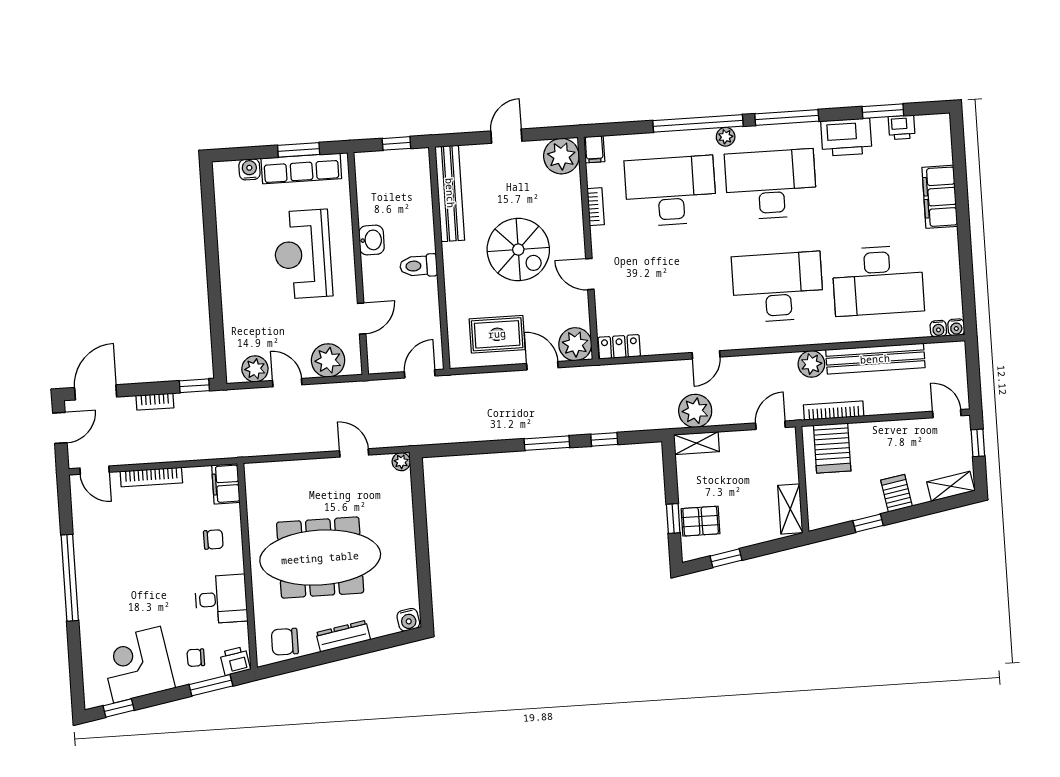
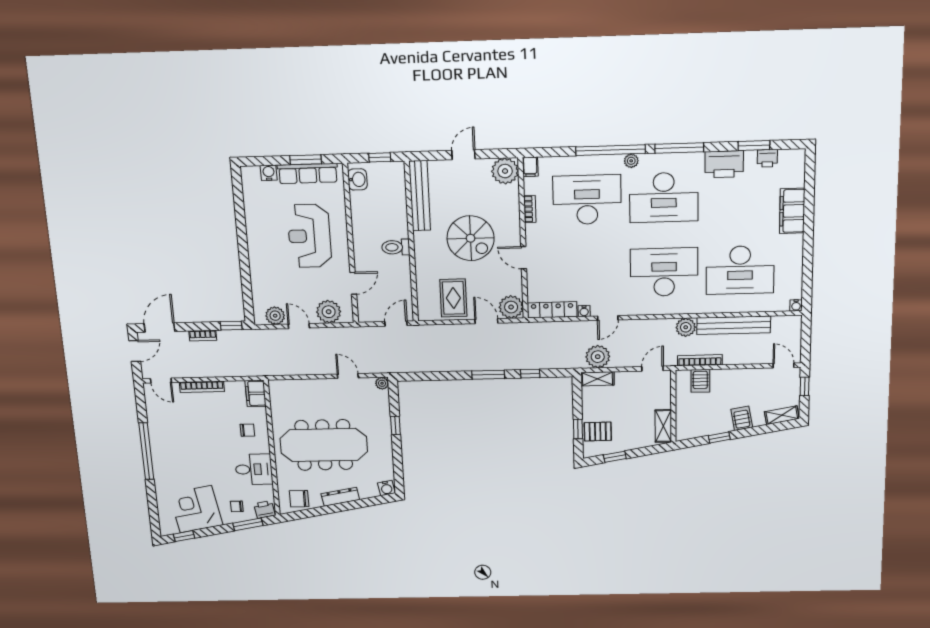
desk: (771, 184) -> (664, 197), turned 180
washbasin: (371, 240) -> (357, 179), moved
water cooler: (938, 329) -> (584, 311), moved
rug: (497, 334) -> (453, 298), turned 90
locker: (619, 347) -> (552, 310), width x1.53
server rack: (832, 448) -> (700, 381), width x0.73, depth x0.70
window: (420, 524) -> (395, 425), added

